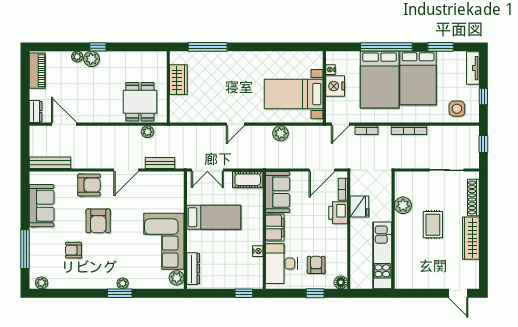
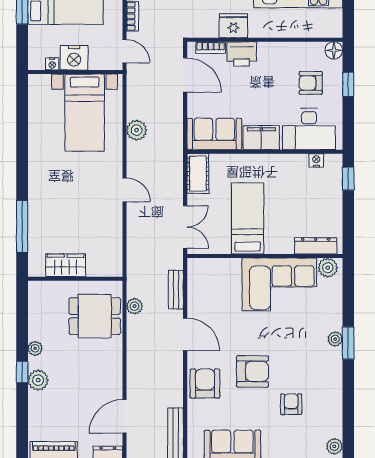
plant: (77, 57) -> (35, 348), moved
armchair: (73, 250) -> (291, 404), turned 180
nightstand: (258, 251) -> (316, 160), moved

